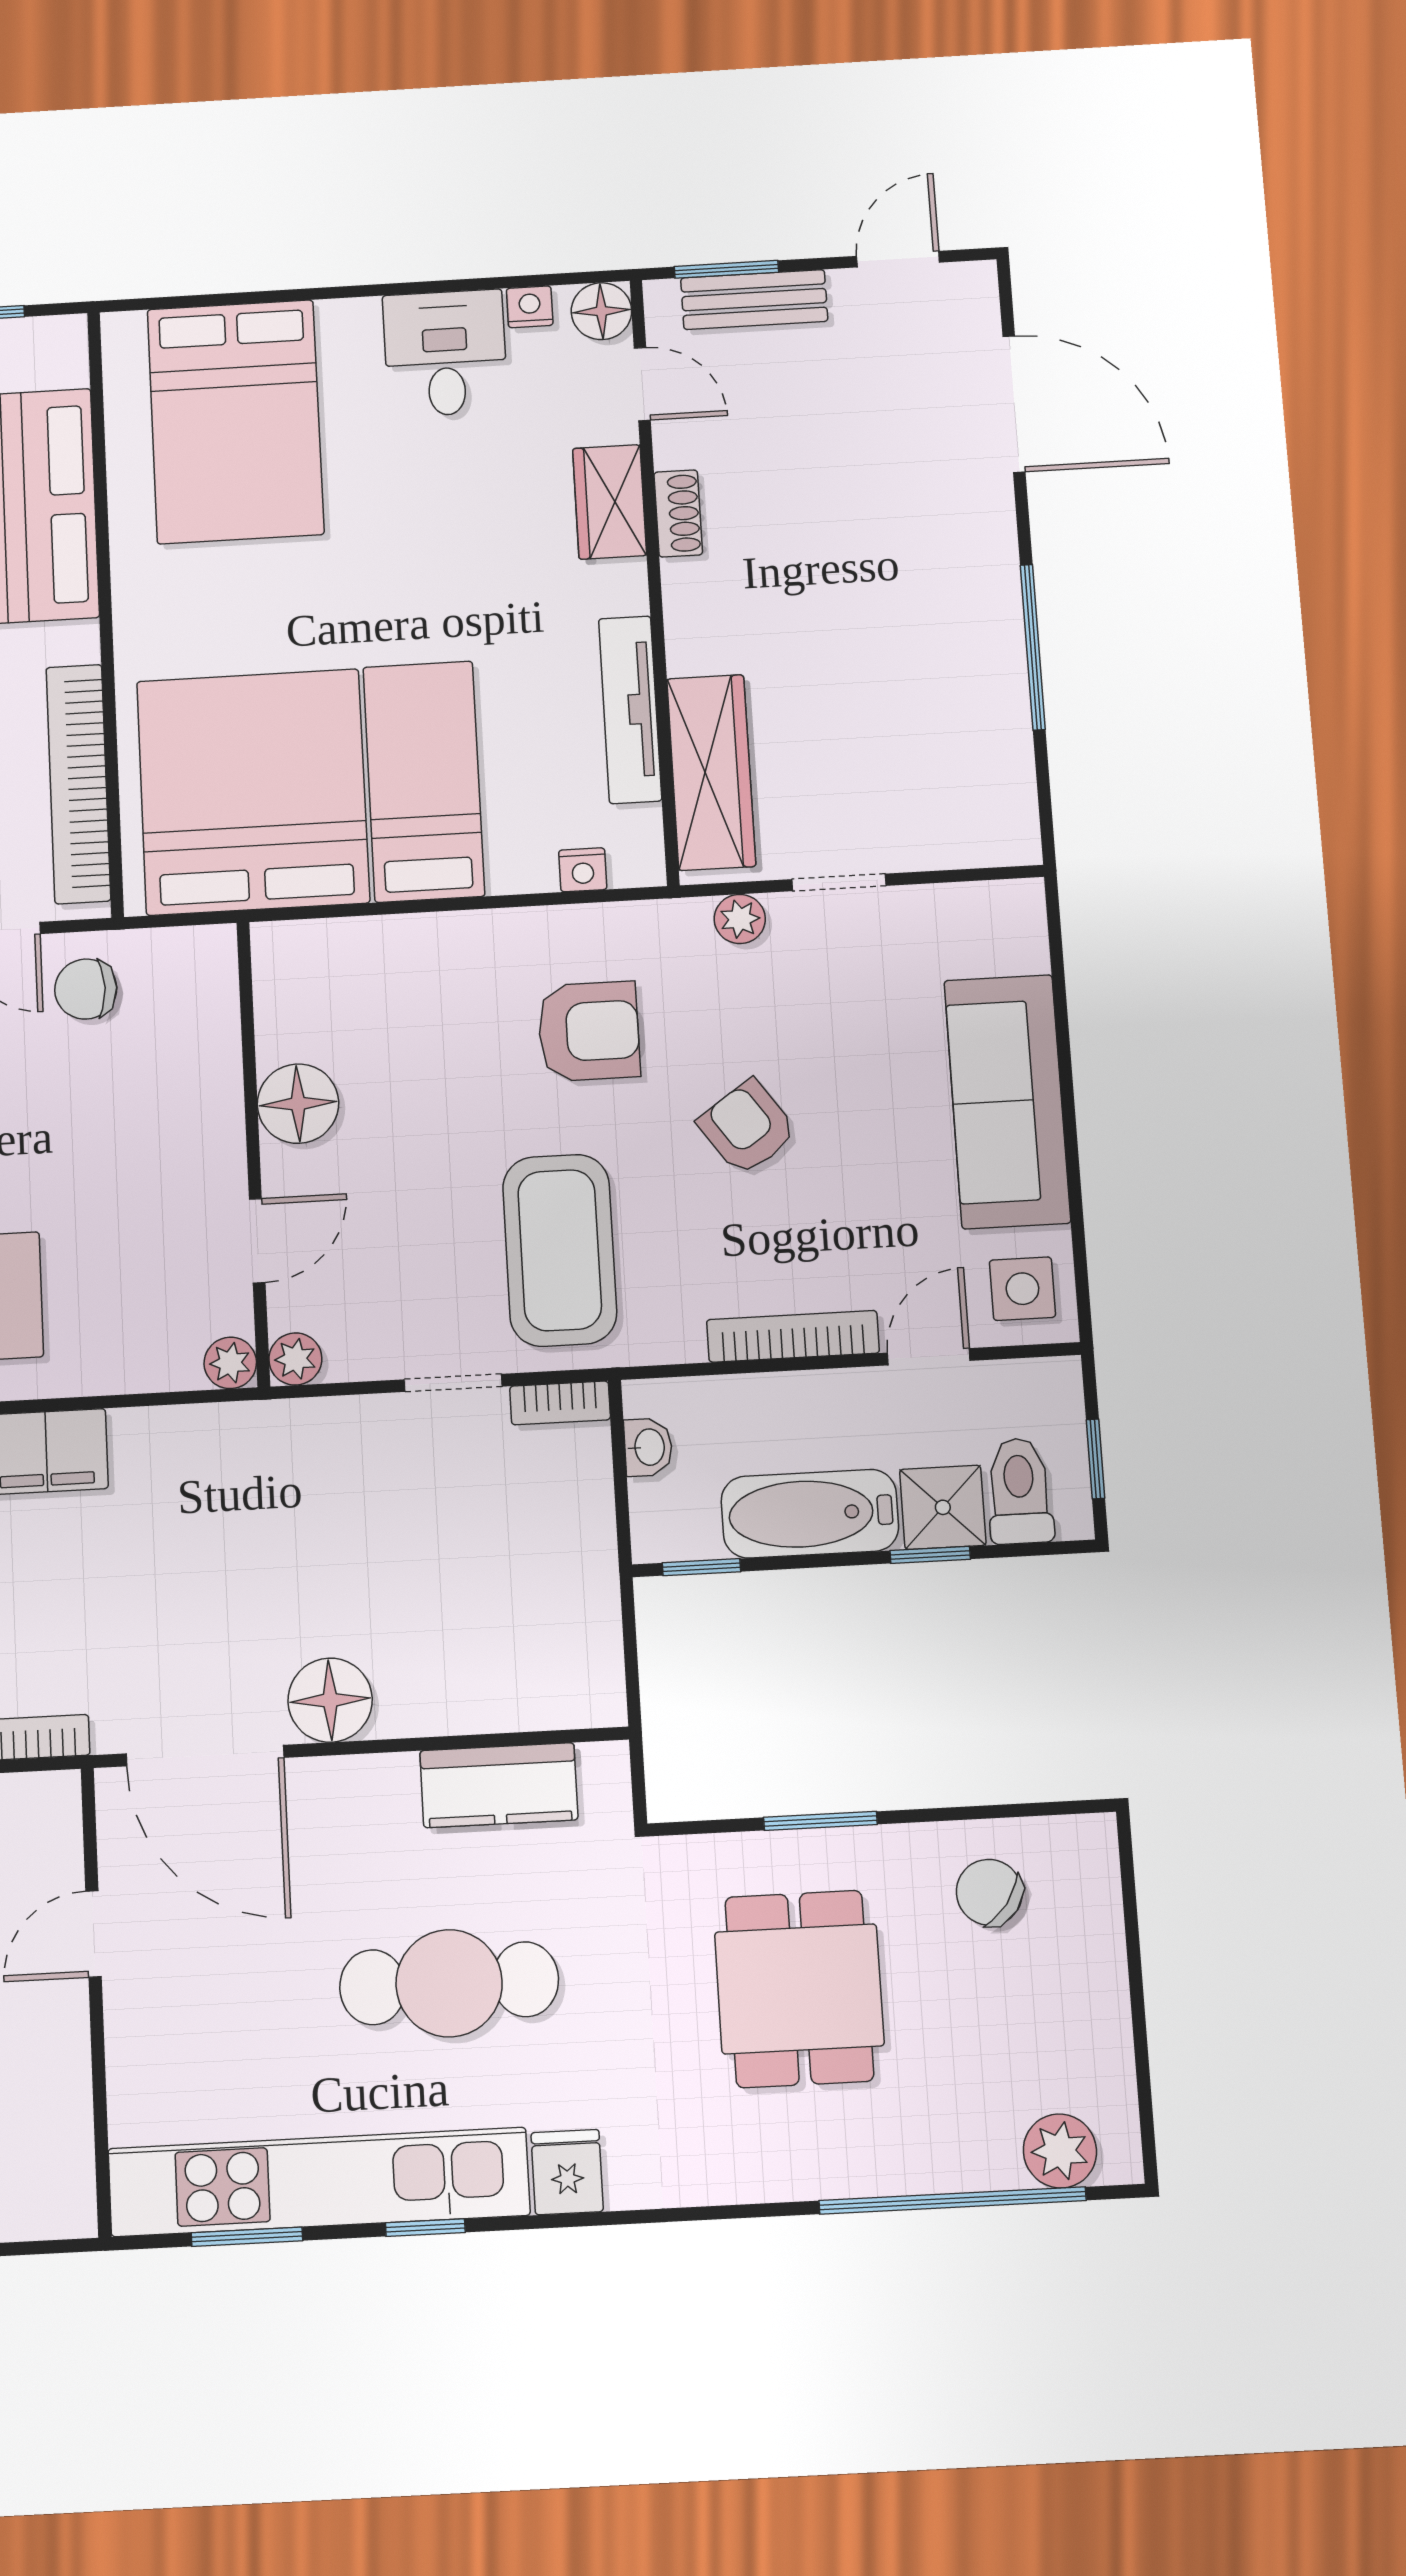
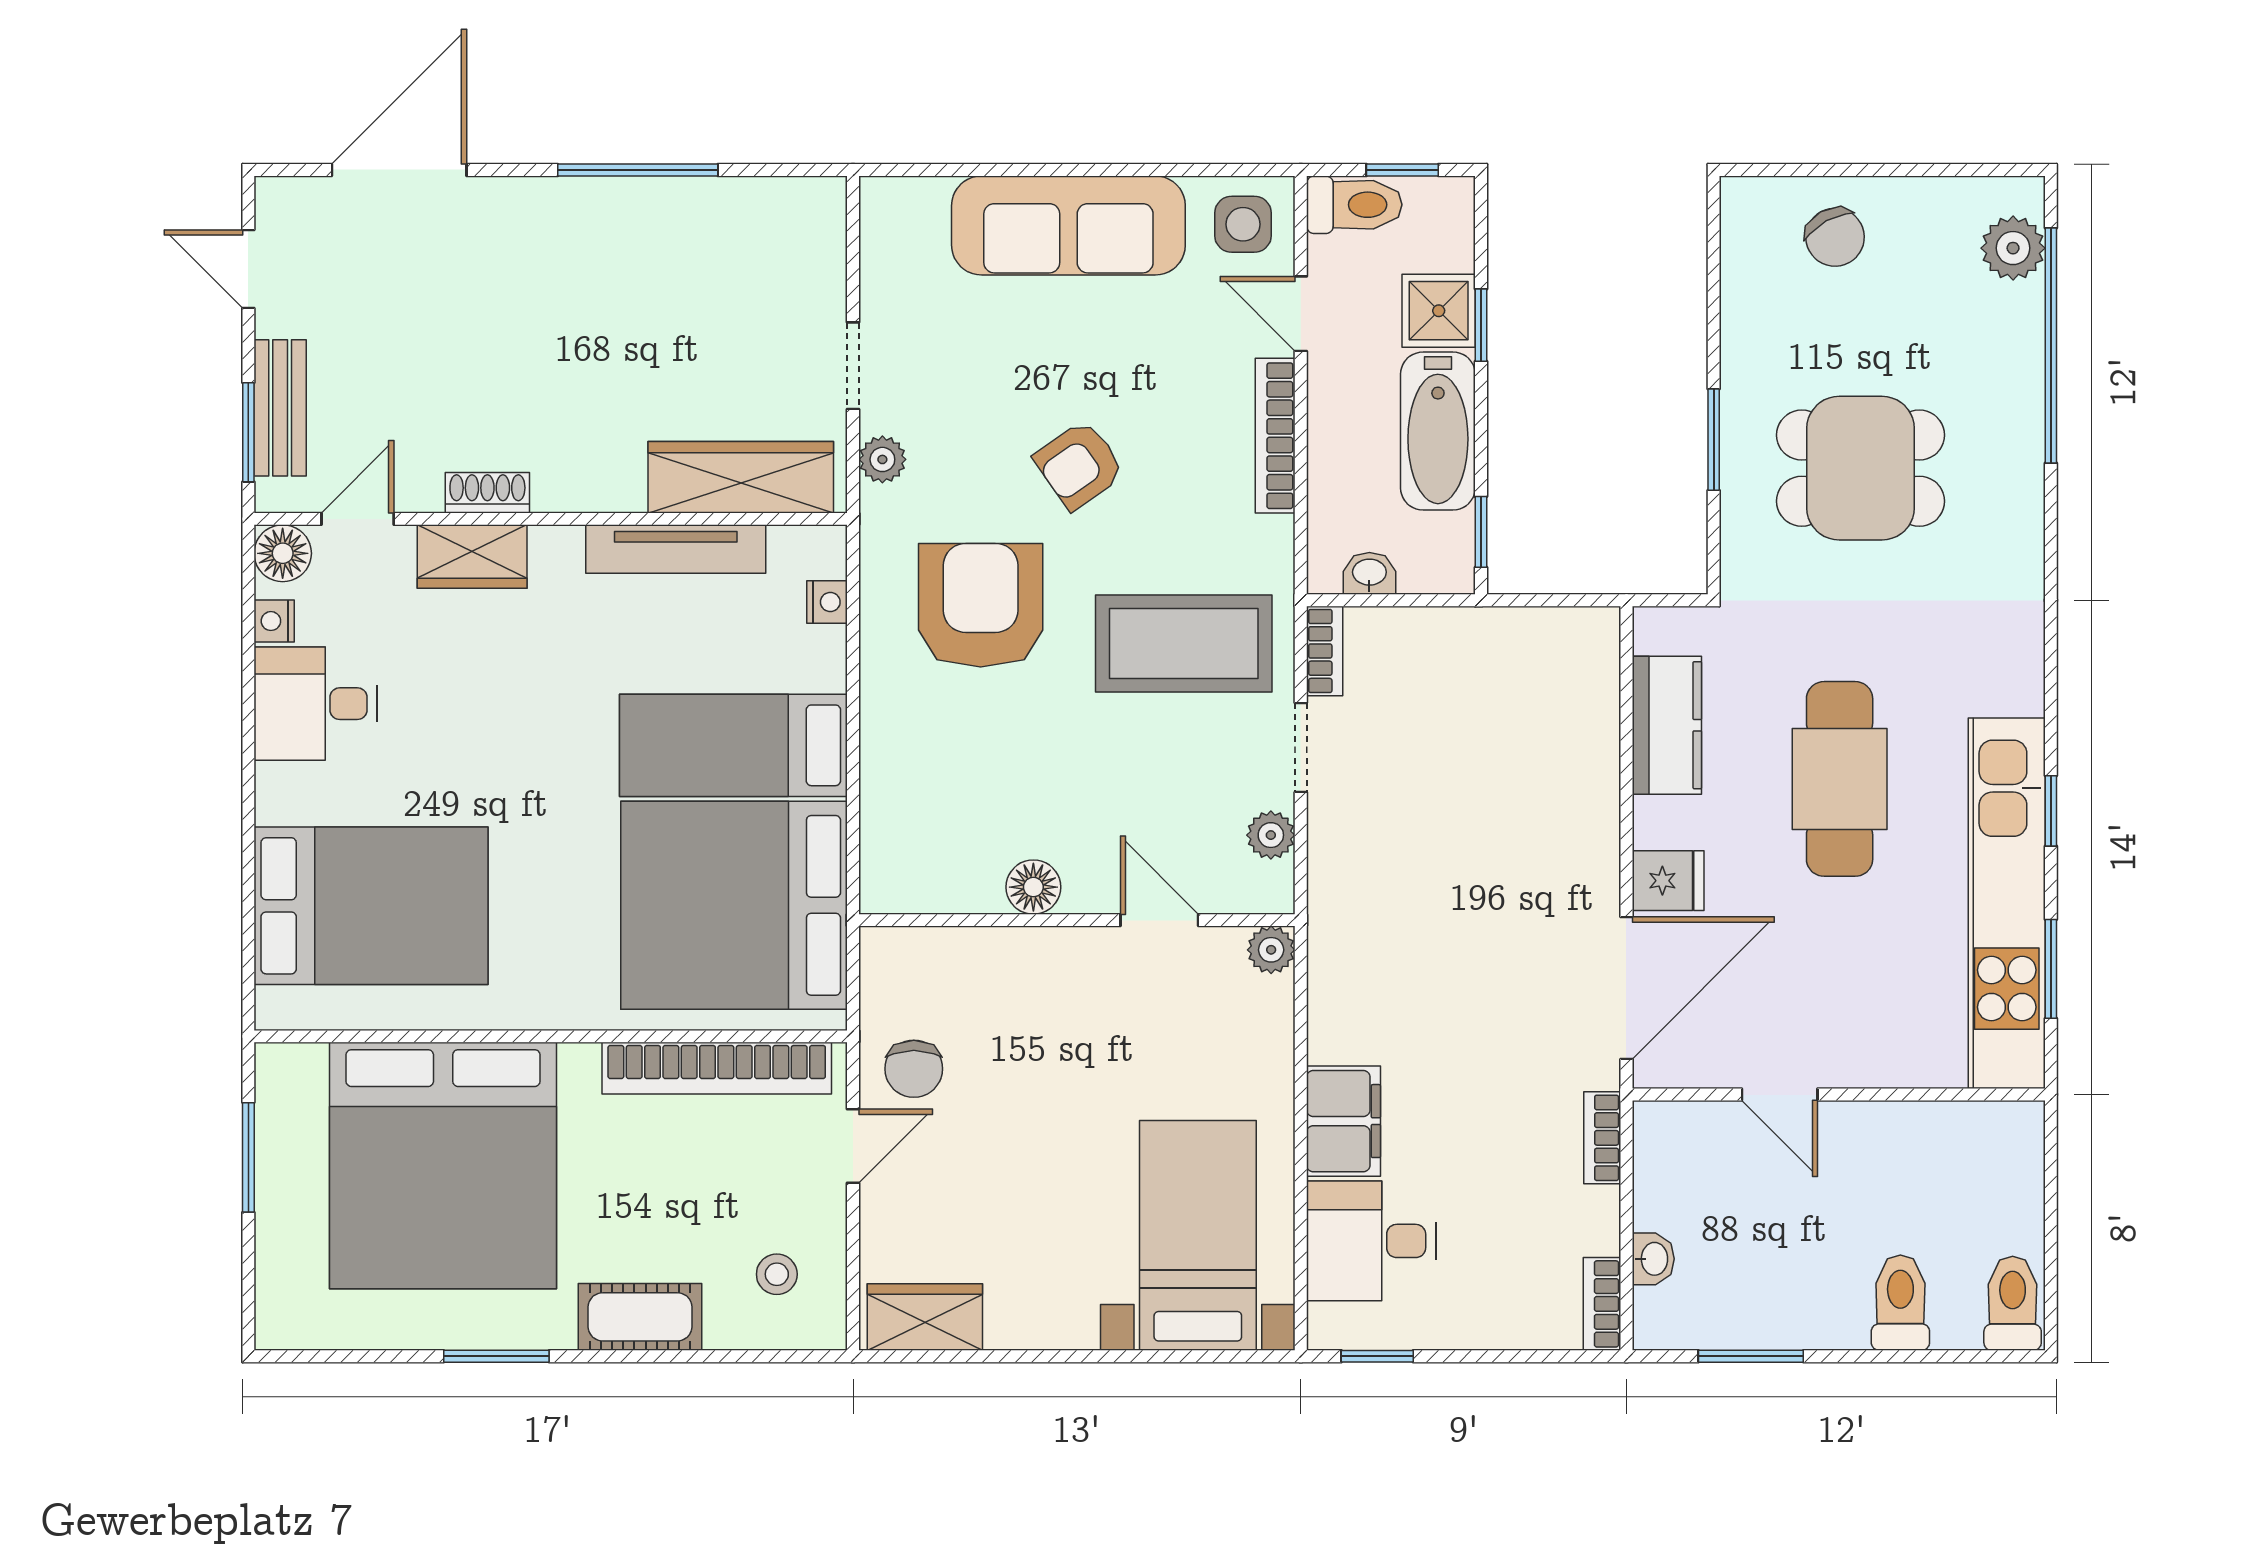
armchair: (589, 1031) -> (981, 605), width x1.36, depth x1.36
floor lamp: (298, 1104) -> (1033, 887), width x0.73, depth x0.73
plant: (295, 1359) -> (1271, 835), moved
toilet: (1019, 1491) -> (1354, 205), moved, turned 180
floor lamp: (330, 1700) -> (1583, 873), removed
chair: (989, 1892) -> (1835, 237), moved, turned -65
fridge: (567, 2172) -> (1668, 881), moved, turned 180

